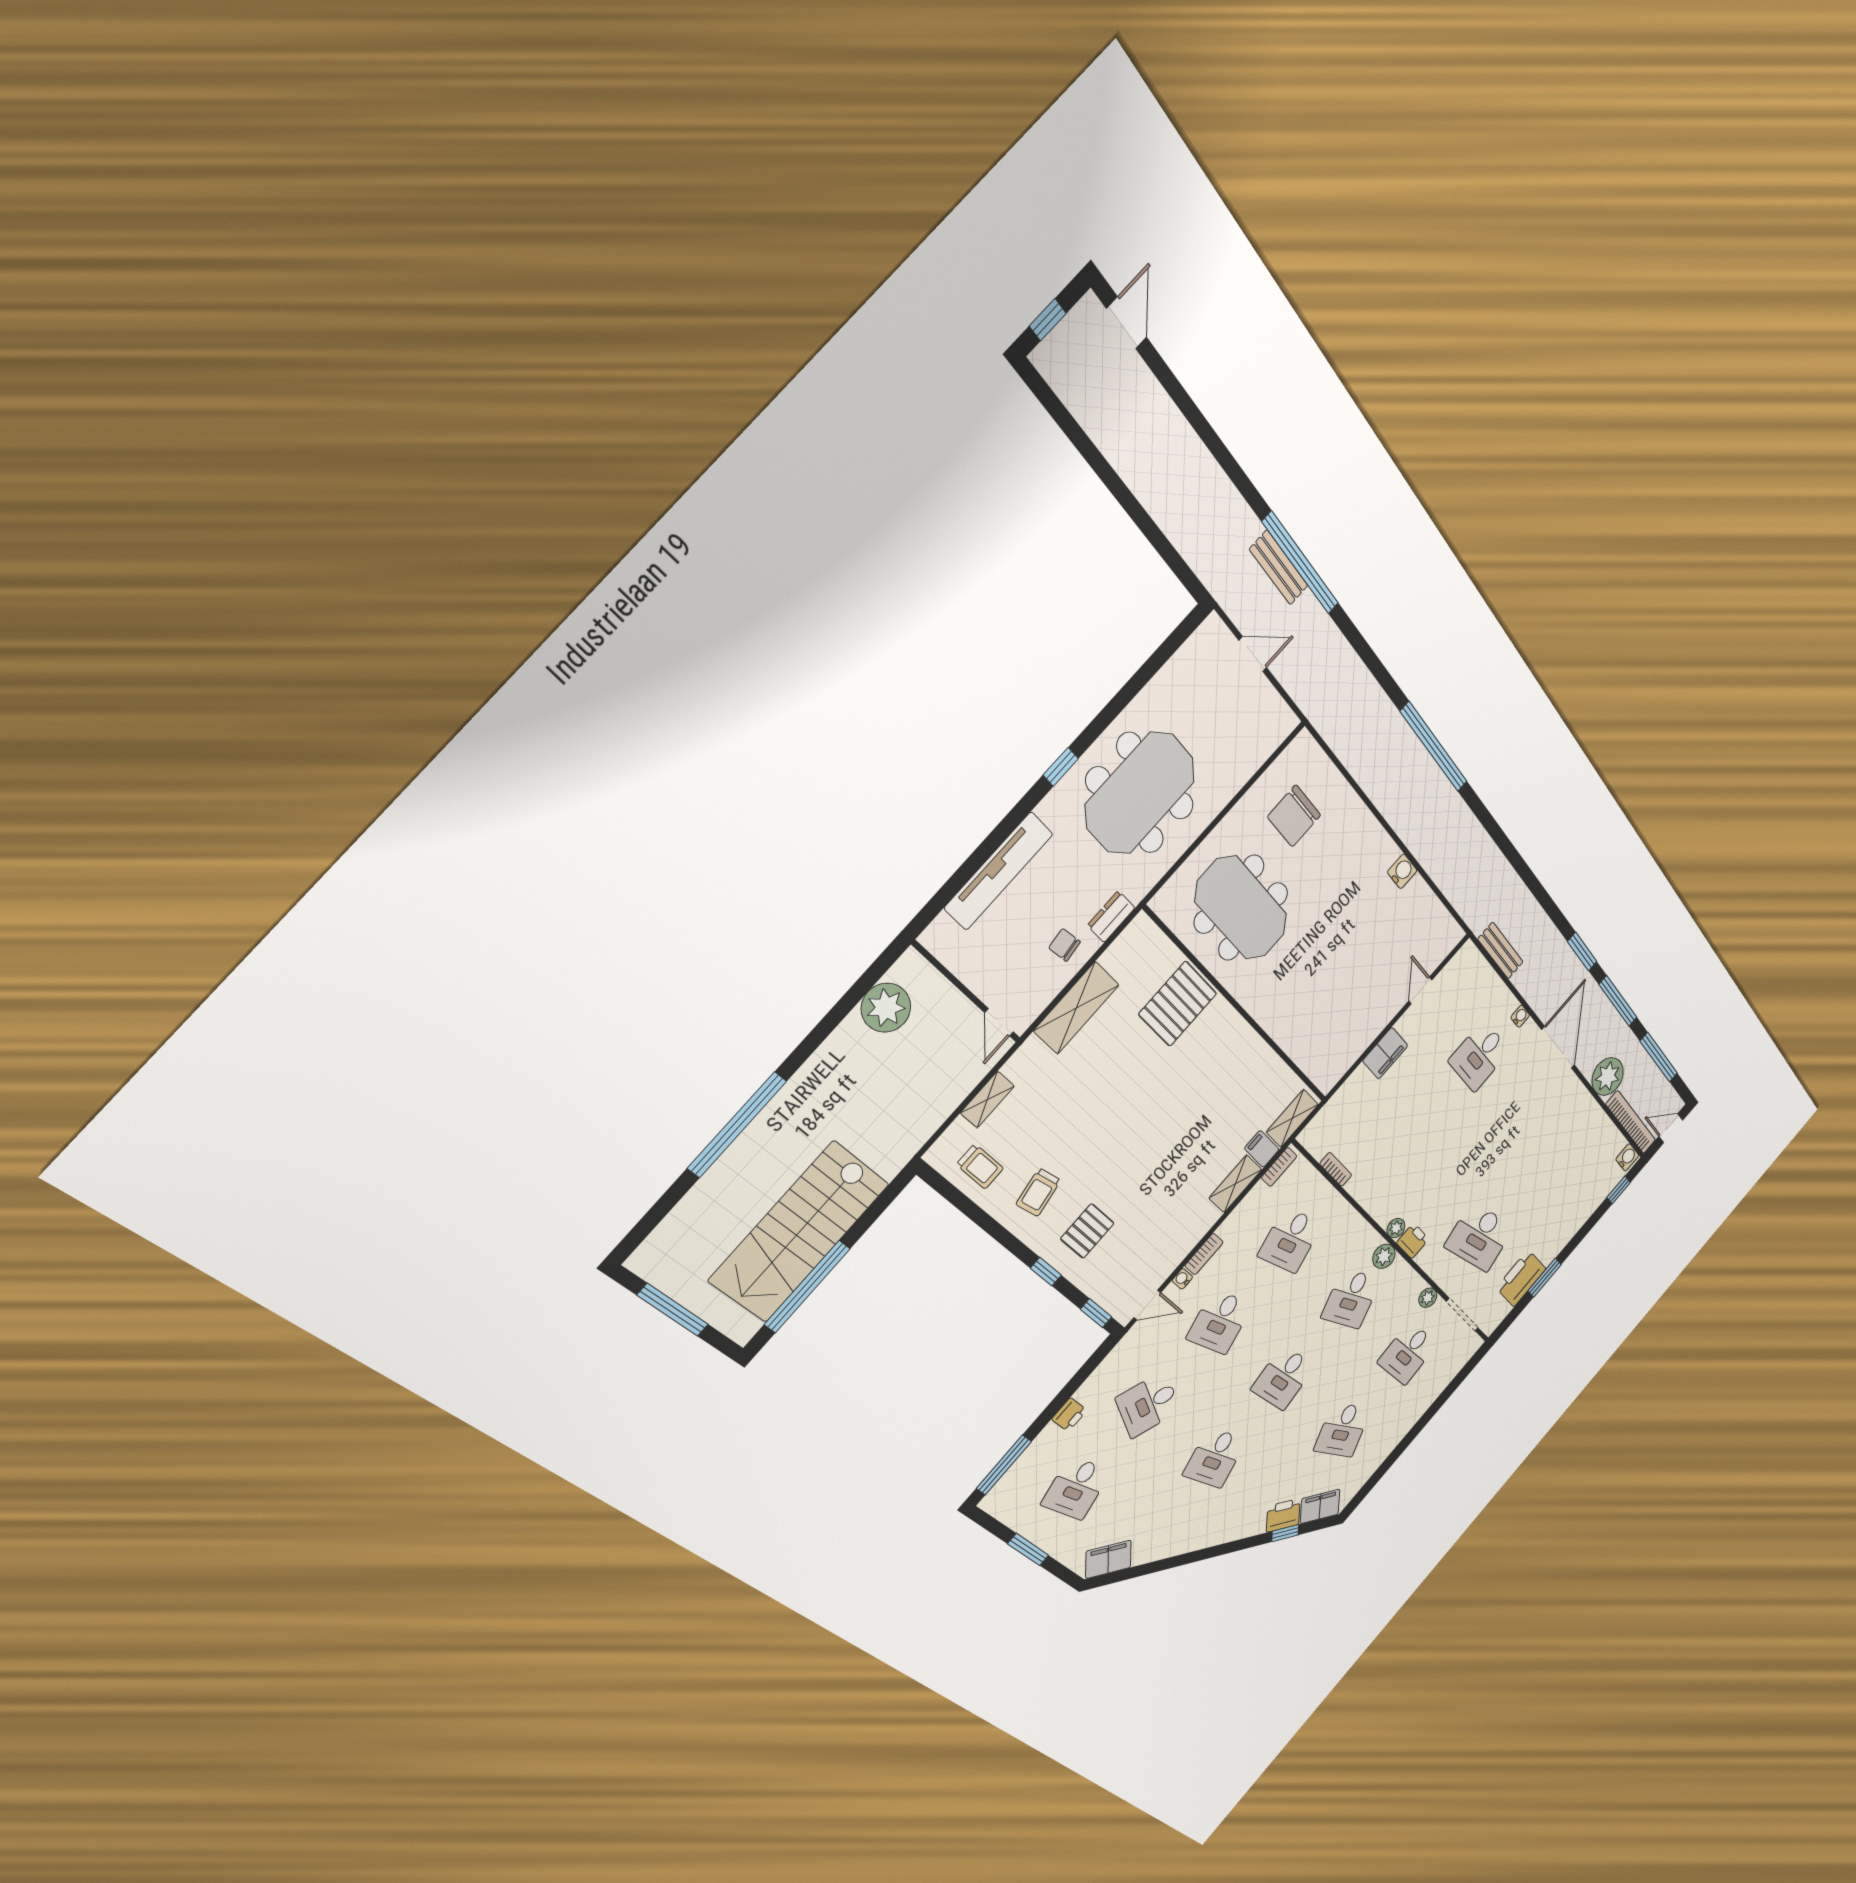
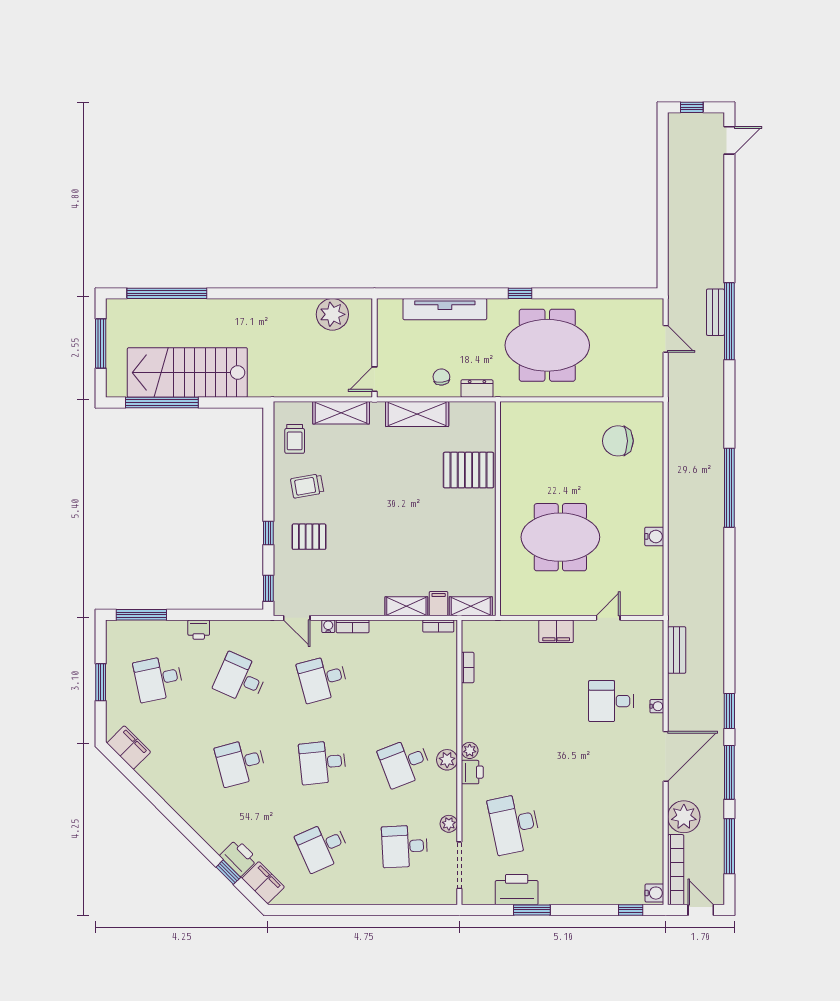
meeting table: (1241, 908) -> (560, 537), moved, turned 90
shelving: (987, 1100) -> (341, 413), width x1.50, depth x1.33
window: (737, 1125) -> (167, 293), moved
desk: (1290, 1240) -> (405, 679), removed

